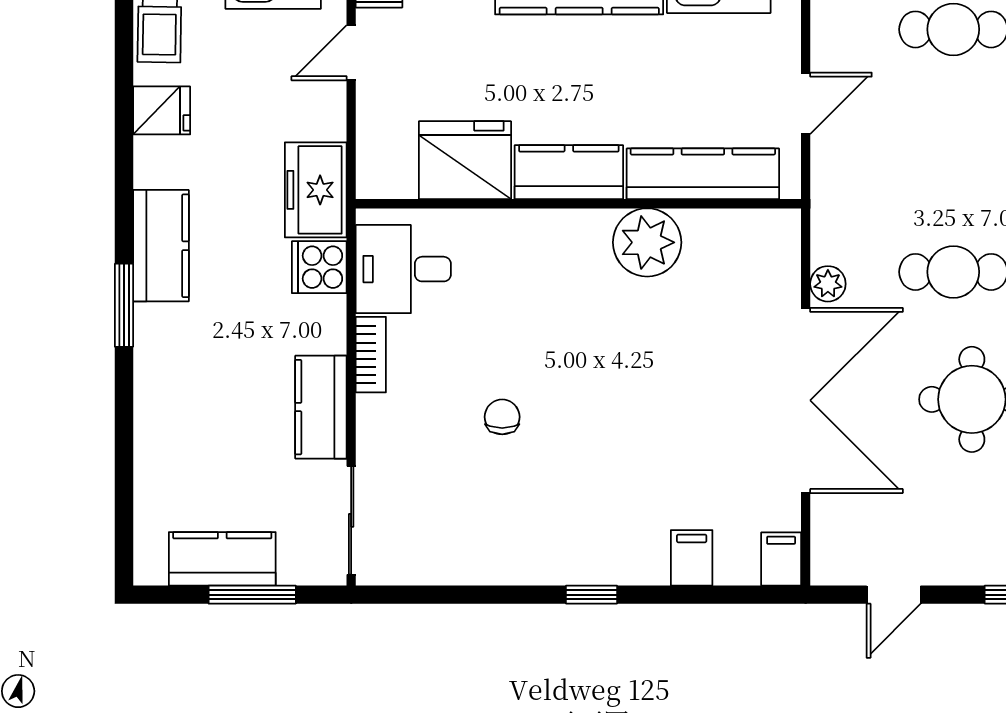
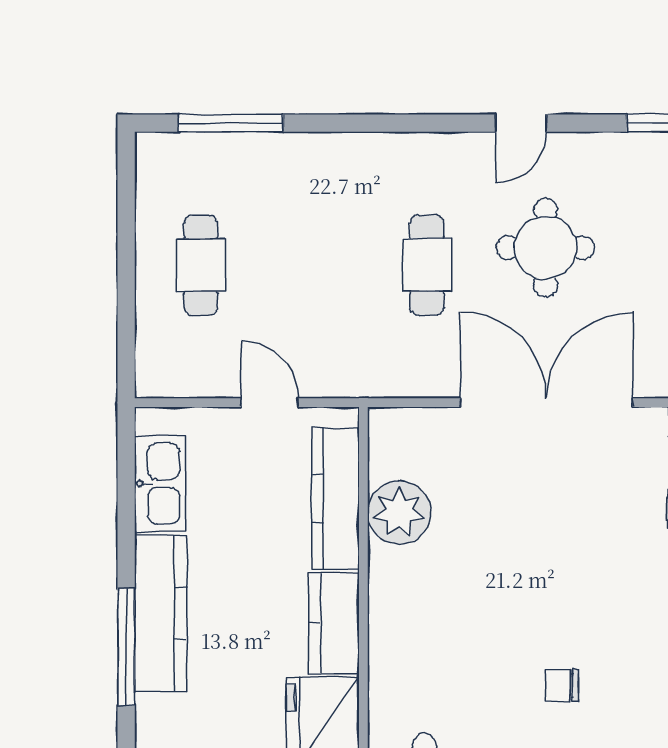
plant: (647, 242) -> (399, 512), moved
plant: (828, 284) -> (438, 382), removed

